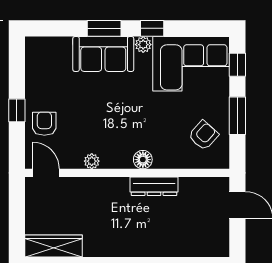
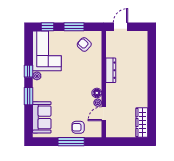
sofa: (103, 54) -> (42, 117), moved
window: (17, 110) -> (71, 142), width x2.17
floor lamp: (143, 160) -> (97, 93), moved
door: (46, 173) -> (104, 114), moved

